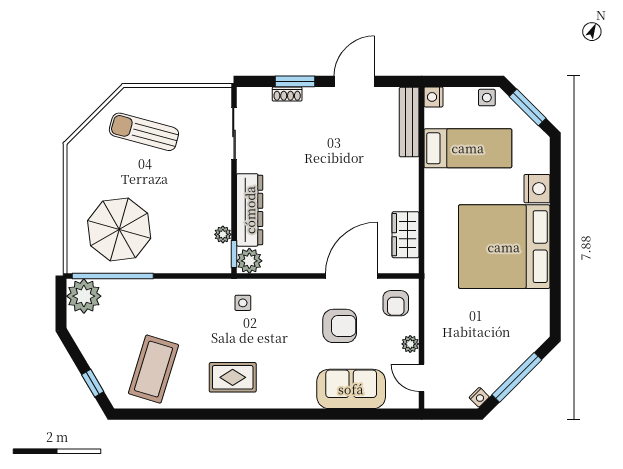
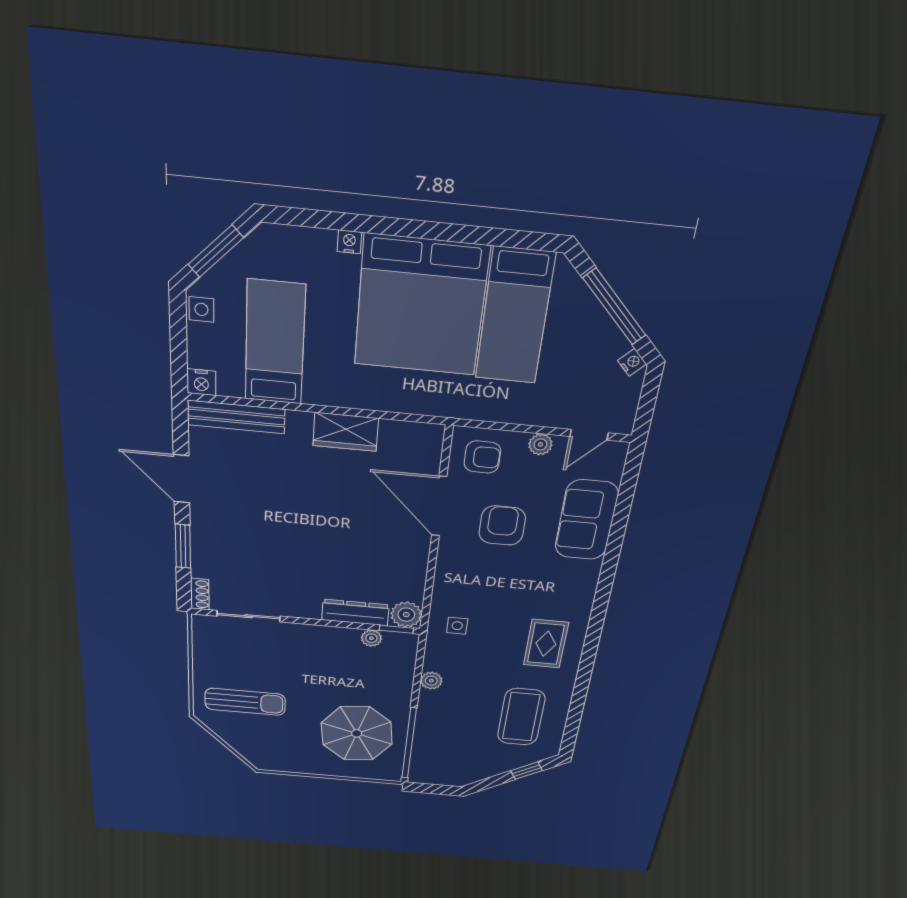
shoe rack: (287, 94) -> (200, 594), moved
sun lounger: (144, 132) -> (245, 702), turned -105
nightstand: (537, 189) -> (349, 242), width x0.53, depth x0.56
dresser: (250, 210) -> (355, 612), width x0.73, depth x0.80
wardrobe: (406, 235) -> (346, 432), moved
plant: (84, 296) -> (431, 681), moved, width x0.53, depth x0.53
bed: (503, 311) -> (515, 316), added
coffee table: (153, 369) -> (521, 717), turned 73

